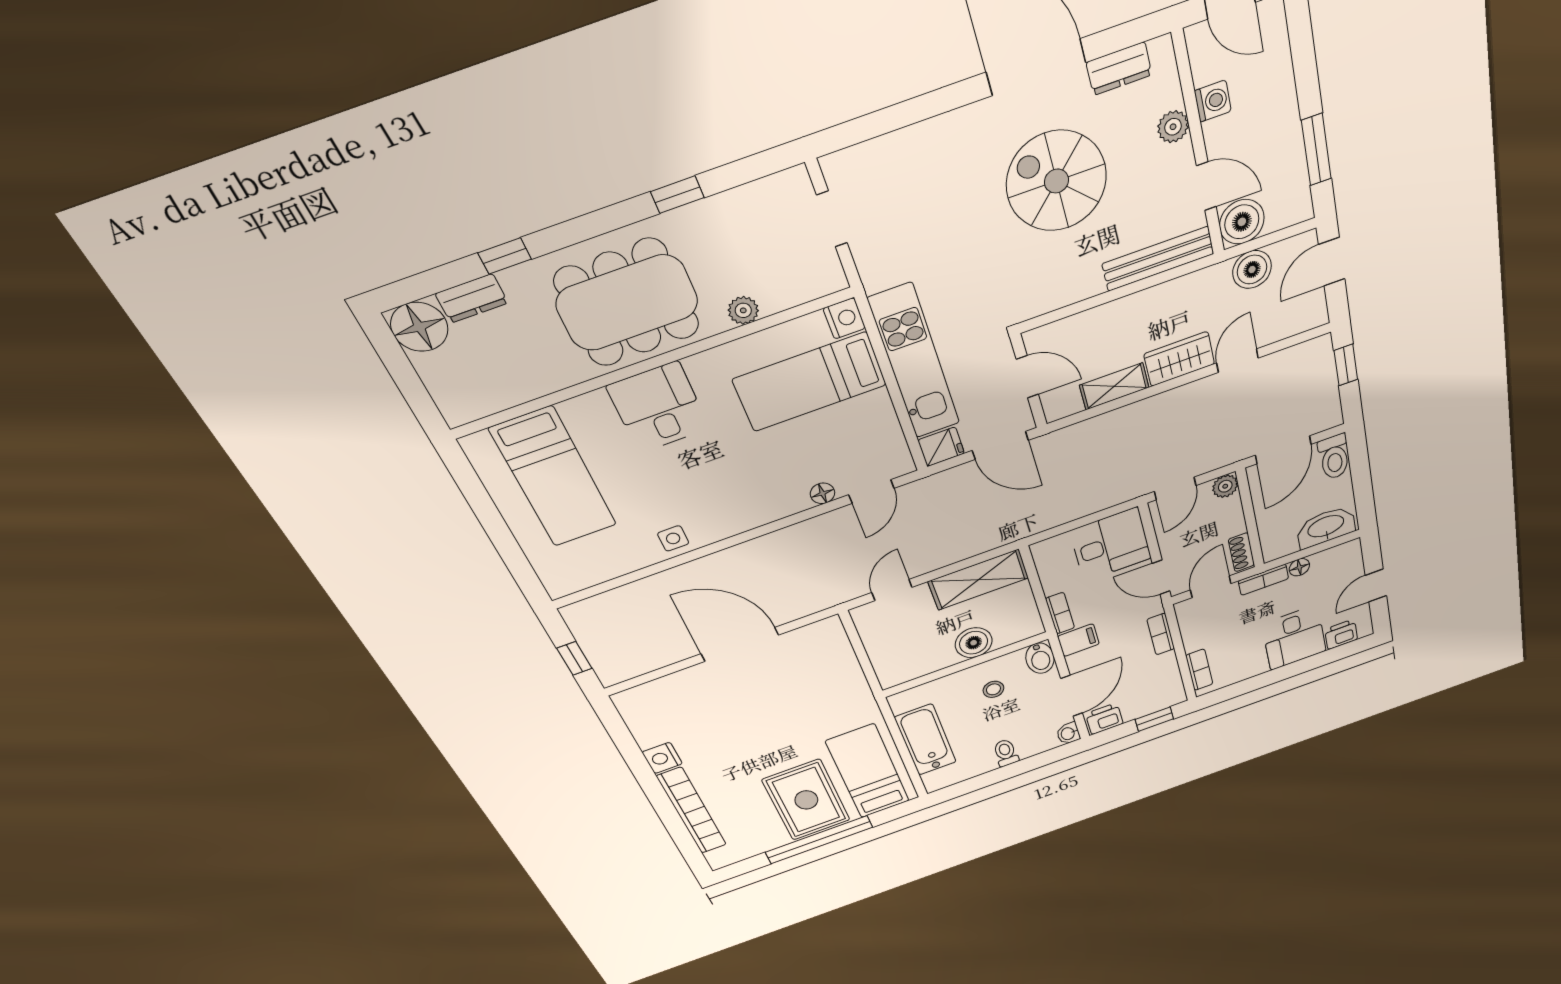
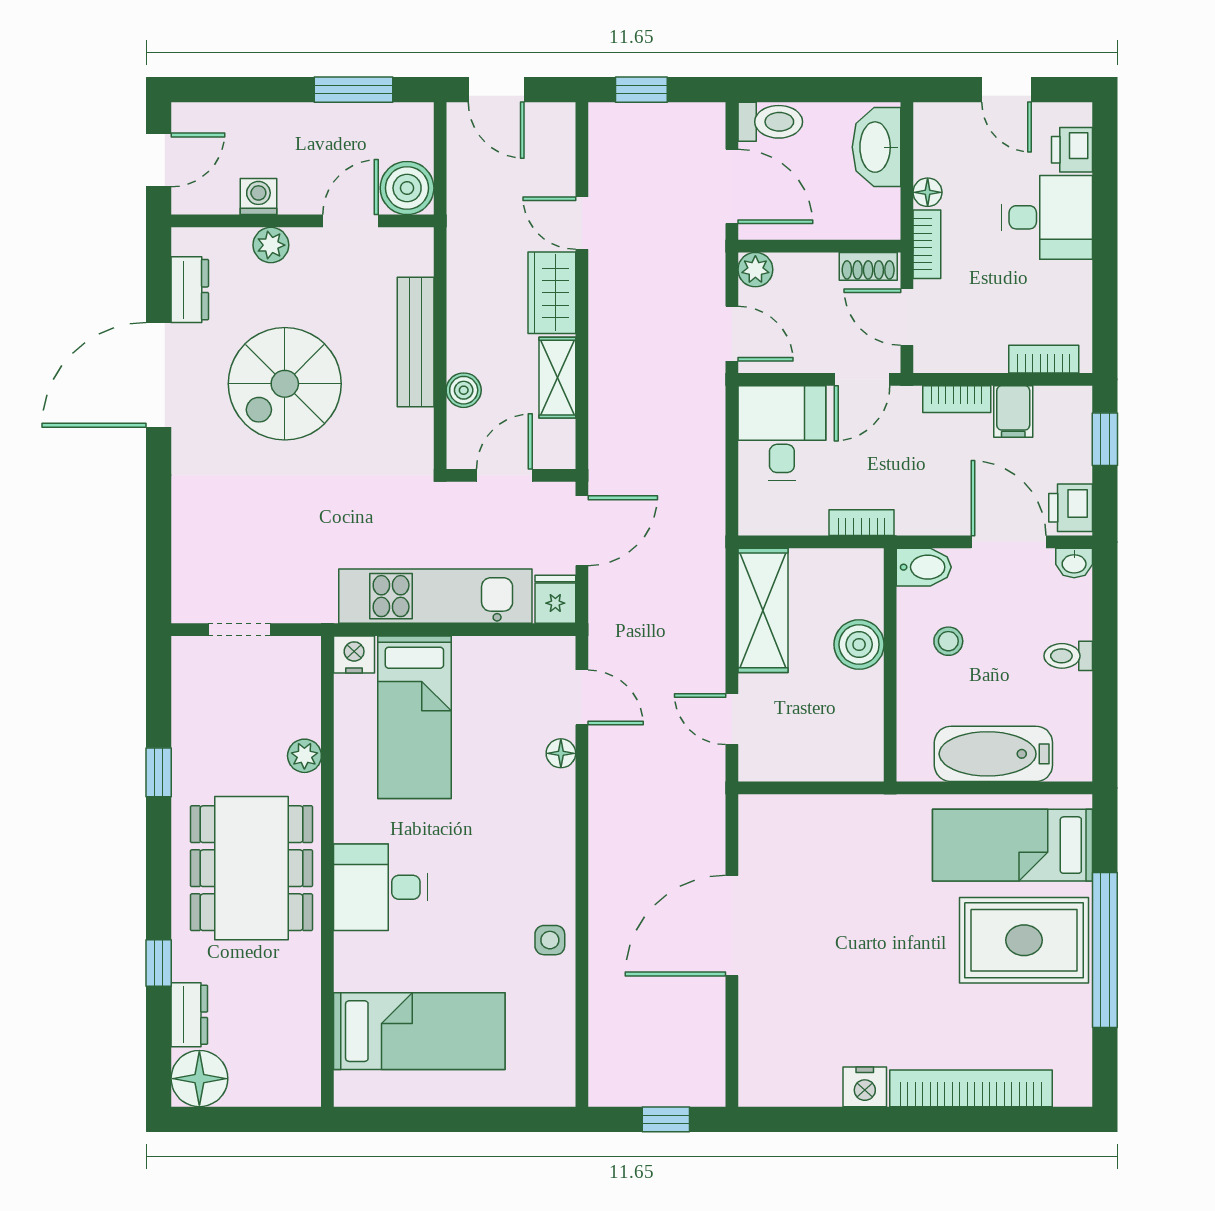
bench: (1158, 259) -> (416, 342), moved
boiler: (1252, 270) -> (464, 390), moved, width x0.73, depth x0.73
filing cabinet: (1078, 640) -> (1013, 411), moved, turned 180

